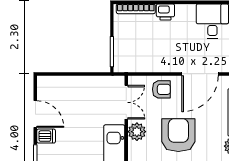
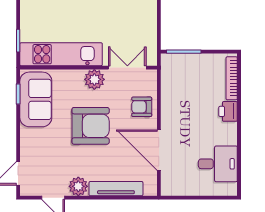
armchair: (161, 89) -> (142, 107), turned 90
double door: (126, 102) -> (127, 68), swing flipped

